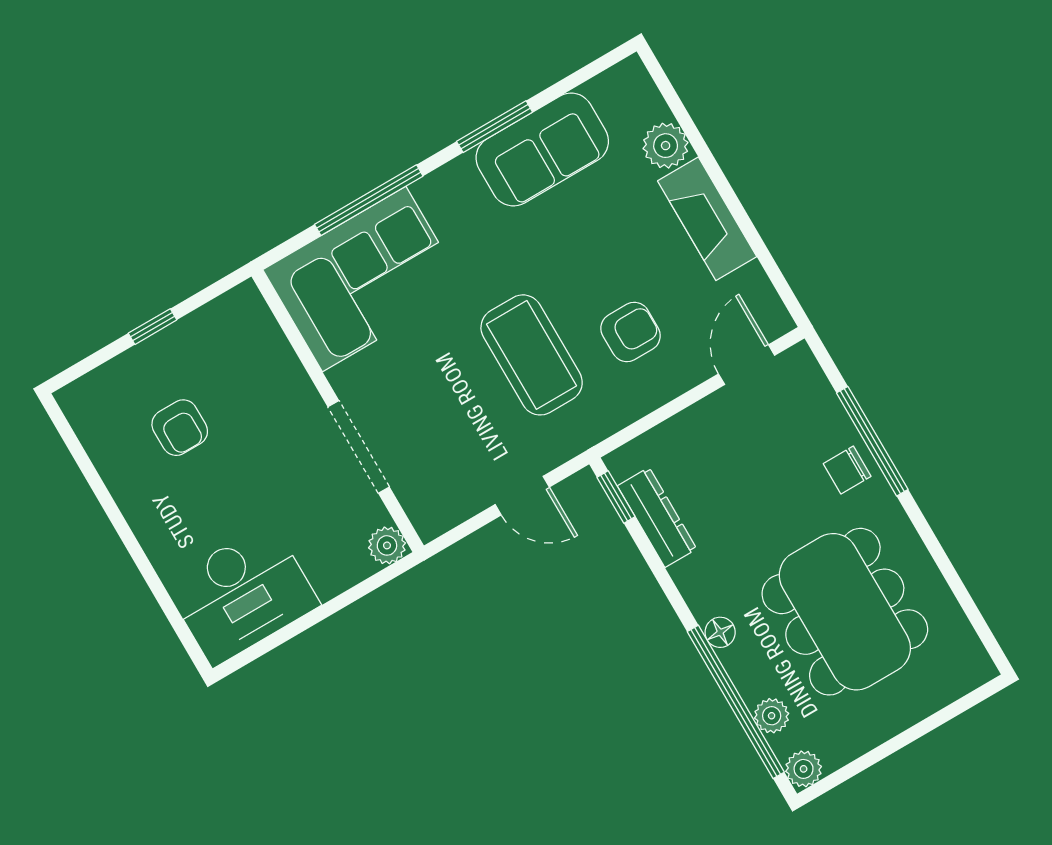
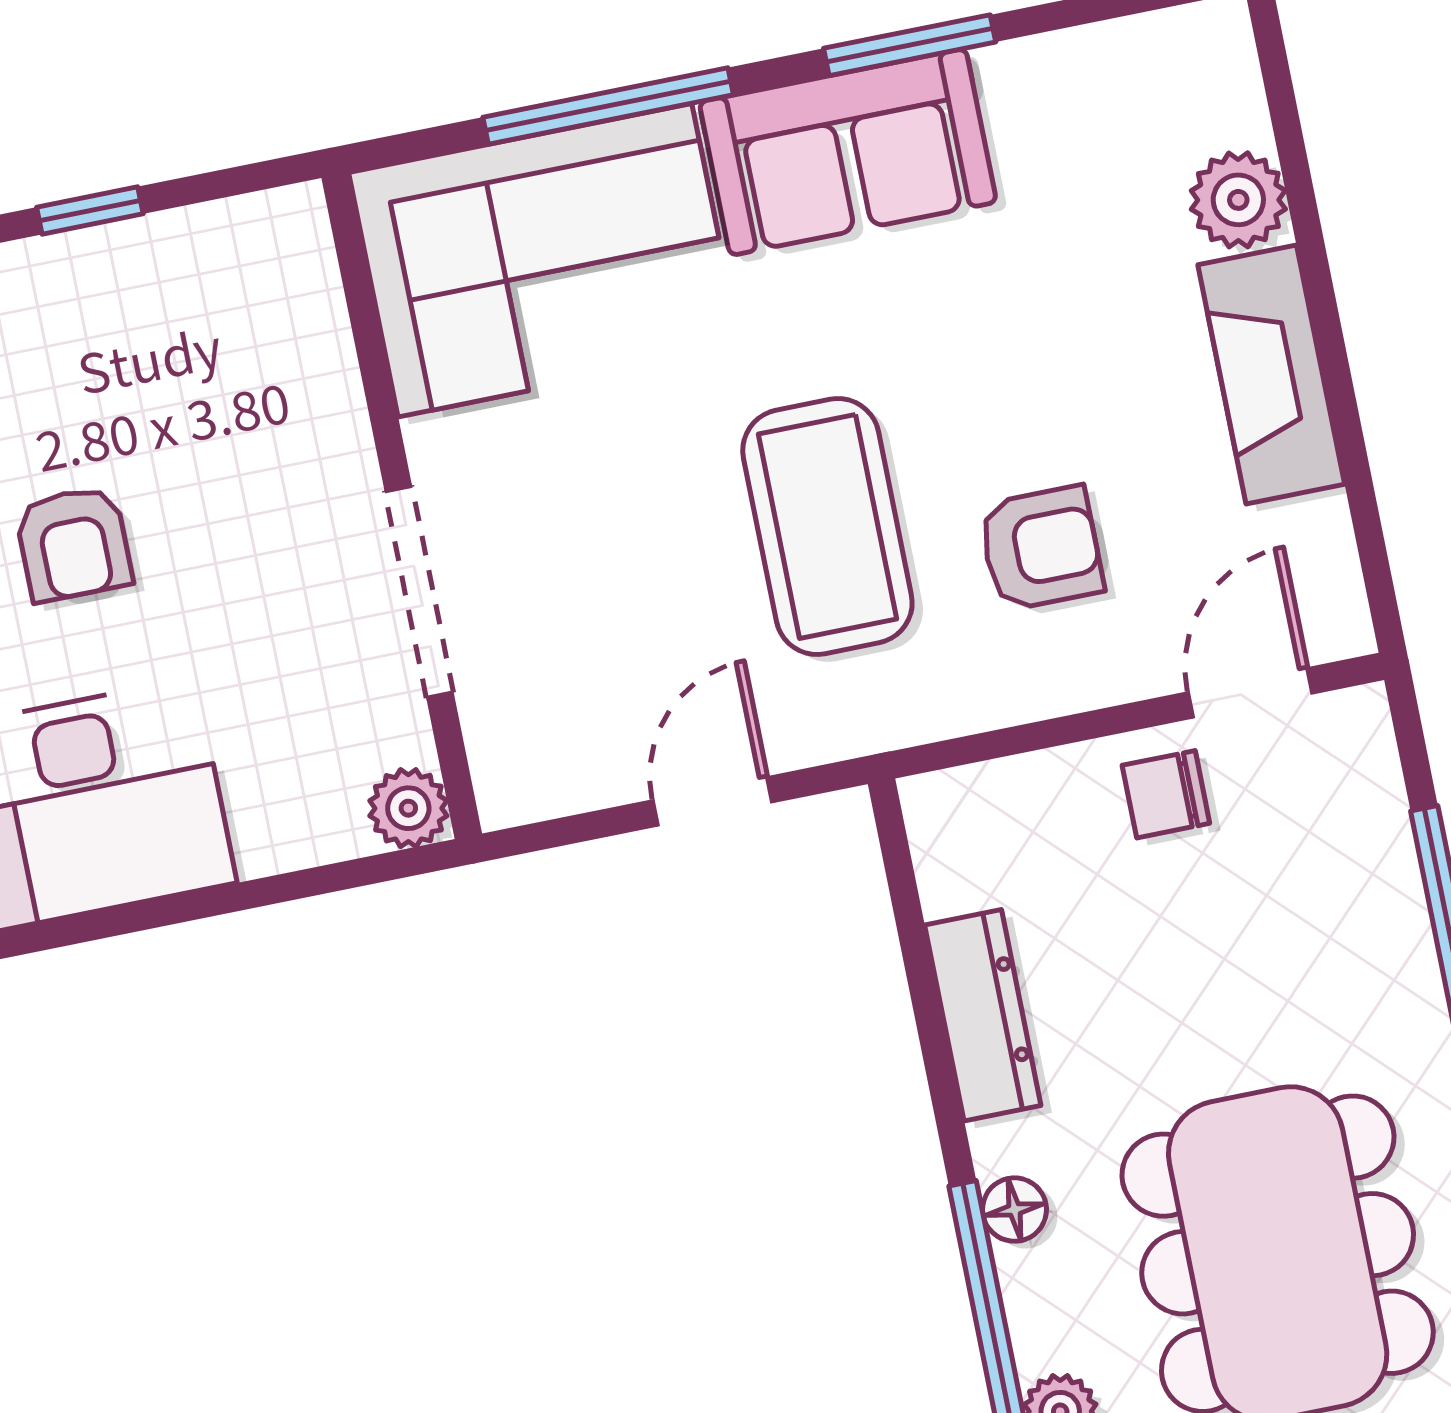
sofa: (542, 150) -> (848, 152), moved
armchair: (180, 428) -> (74, 544), moved
chair: (847, 470) -> (1166, 794), moved
door: (522, 496) -> (713, 801), swing flipped
window: (616, 497) -> (899, 868), removed
dresser: (657, 517) -> (983, 1015), moved

